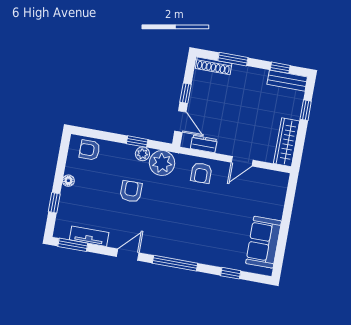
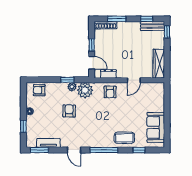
window: (306, 110) -> (167, 32), moved
coffee table: (211, 250) -> (124, 138), added
door: (128, 255) -> (74, 150), swing flipped

